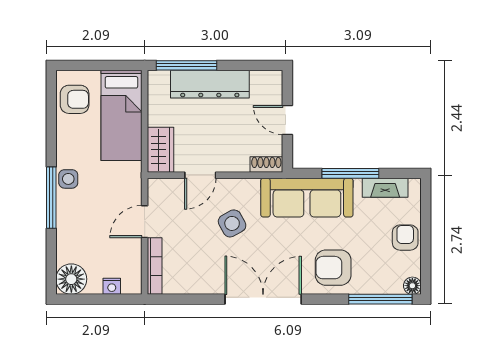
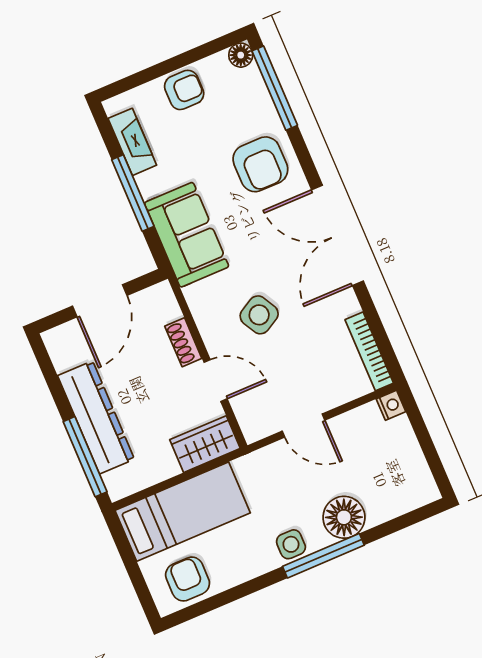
door: (287, 120) -> (100, 301), width x1.38
shoe rack: (266, 165) -> (183, 342), moved
sofa: (307, 198) -> (187, 235), width x0.73
armchair: (405, 238) -> (184, 90), turned 180
bookcase: (155, 266) -> (369, 351), moved, turned -90
floor lamp: (71, 279) -> (344, 517), moved
nightstand: (112, 286) -> (391, 405), moved

